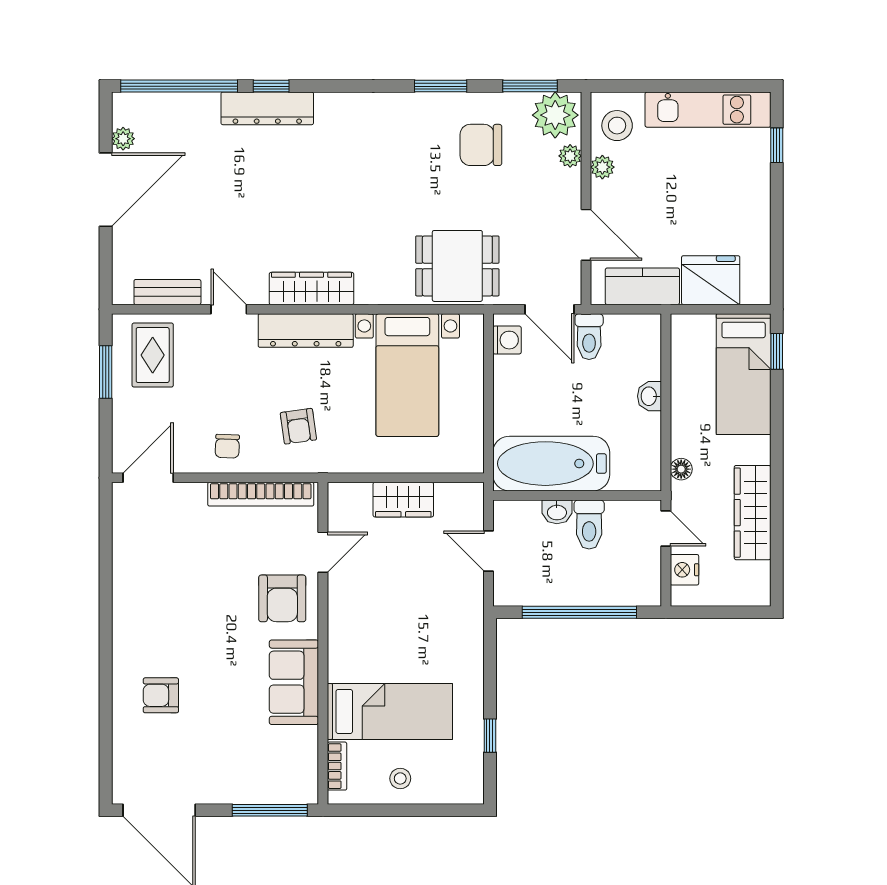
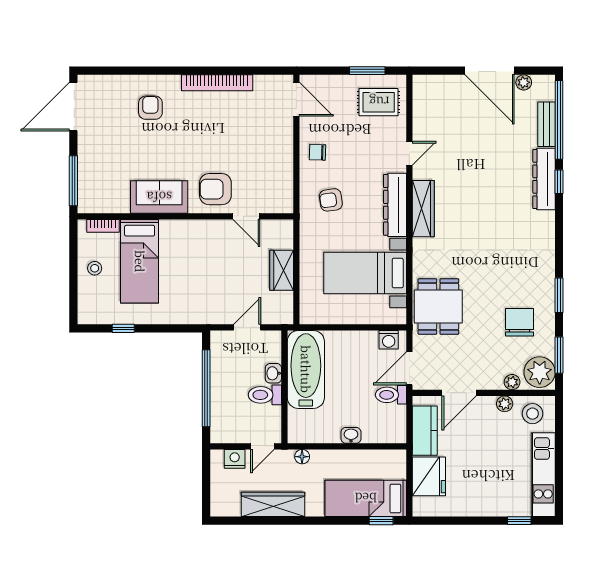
bench: (167, 292) -> (546, 124), moved
bookcase: (261, 494) -> (217, 83), moved, turned -90

